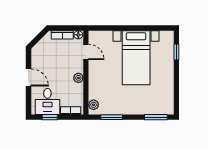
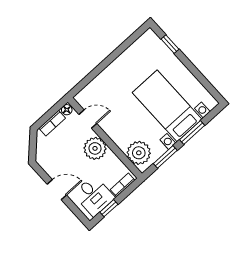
bed with nightstands: (136, 58) -> (167, 106), moved, turned 180
plant: (78, 78) -> (95, 148), width x1.88, depth x1.88
plant: (94, 105) -> (139, 153), width x1.87, depth x1.87
window: (156, 117) -> (192, 132), moved

